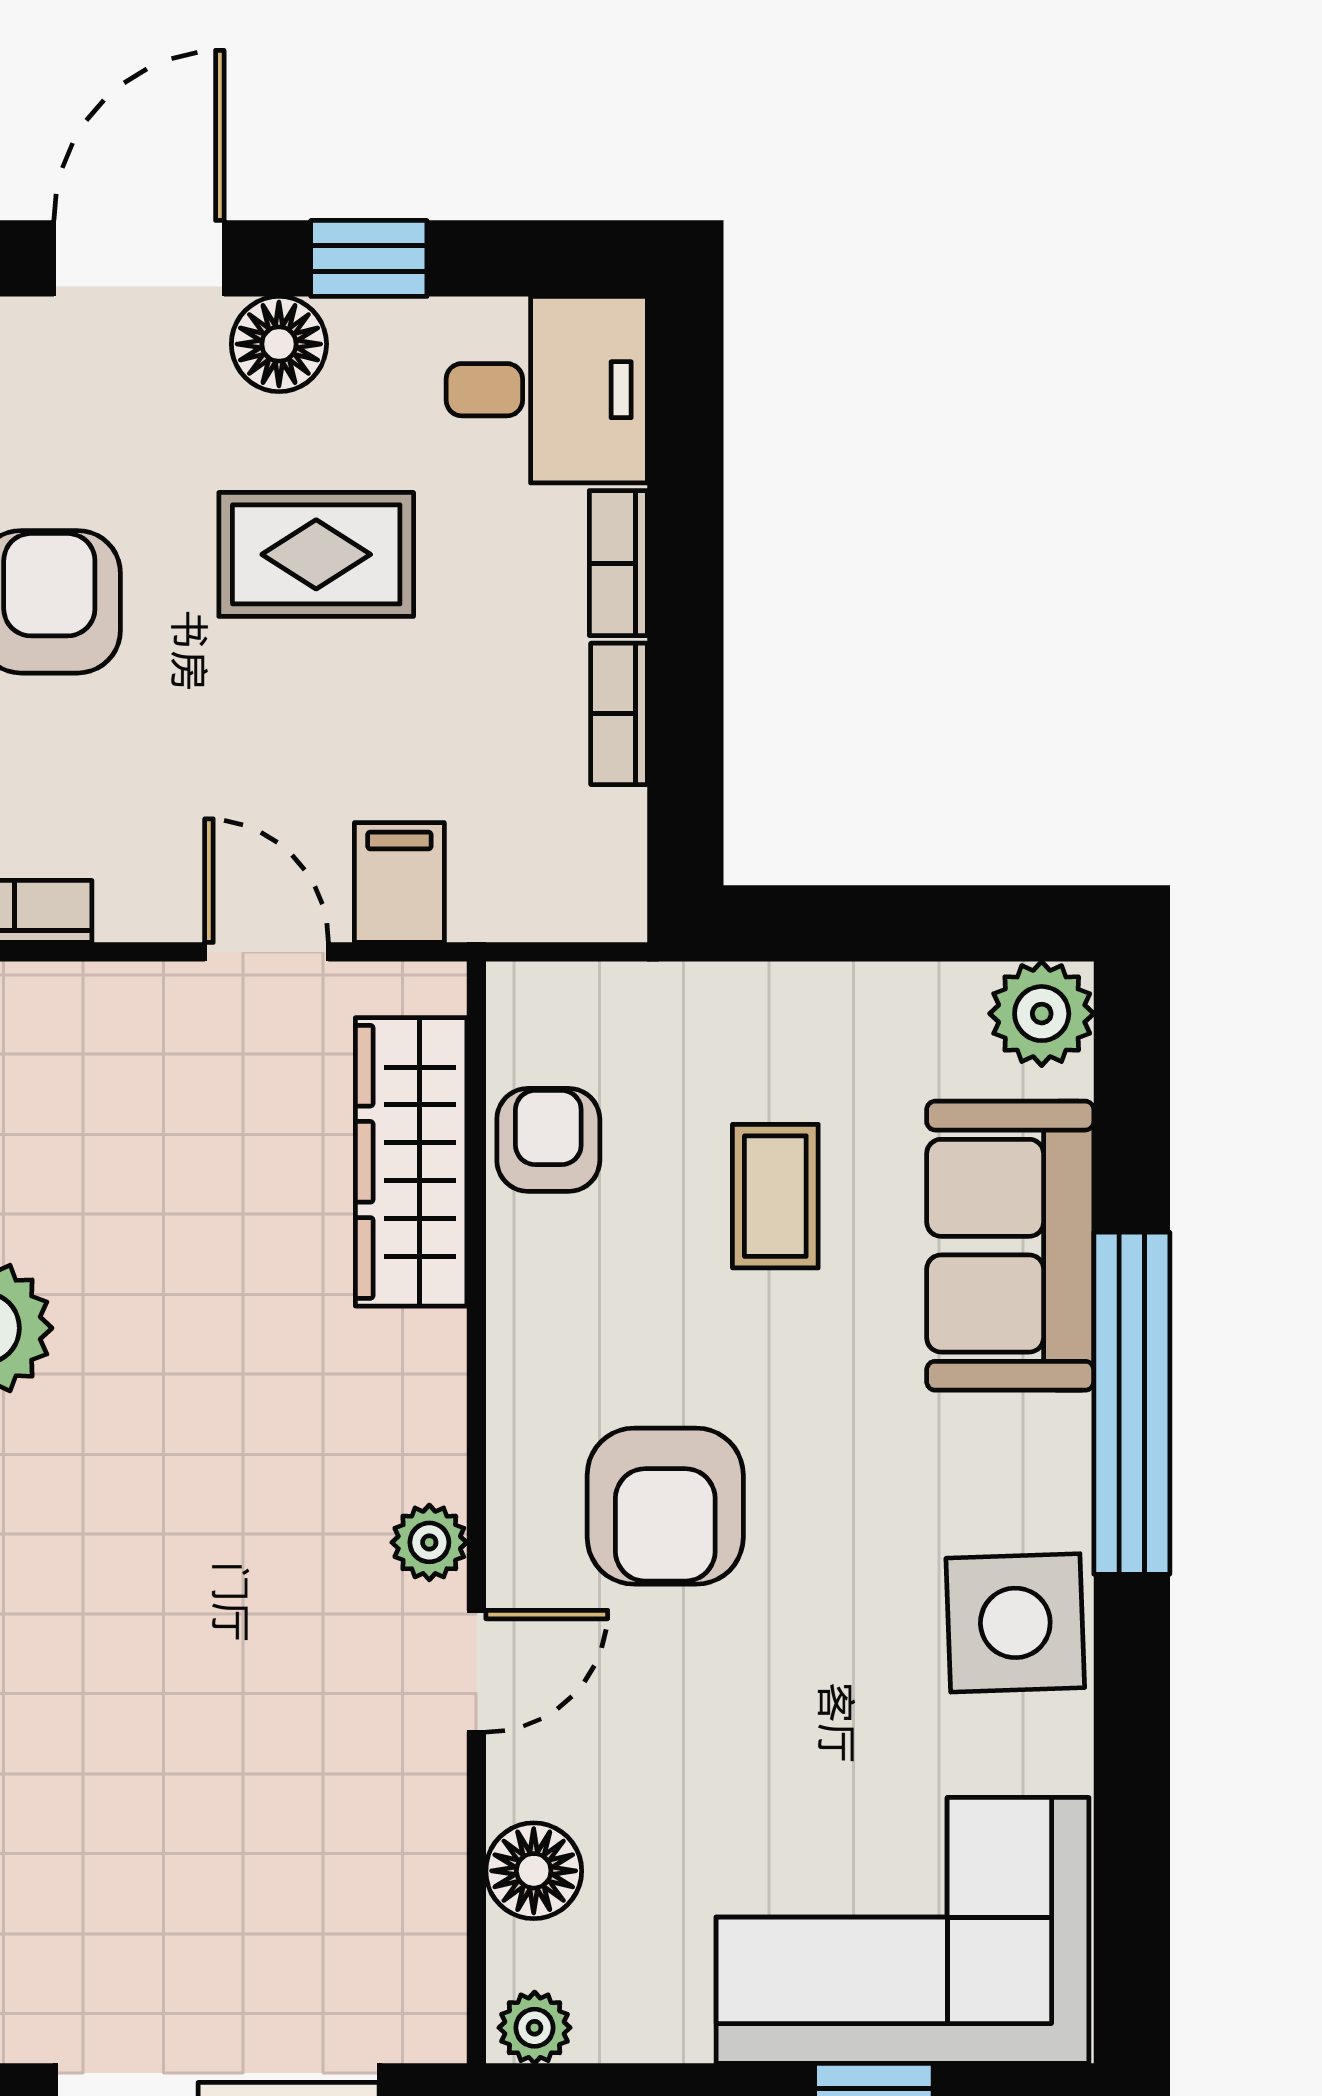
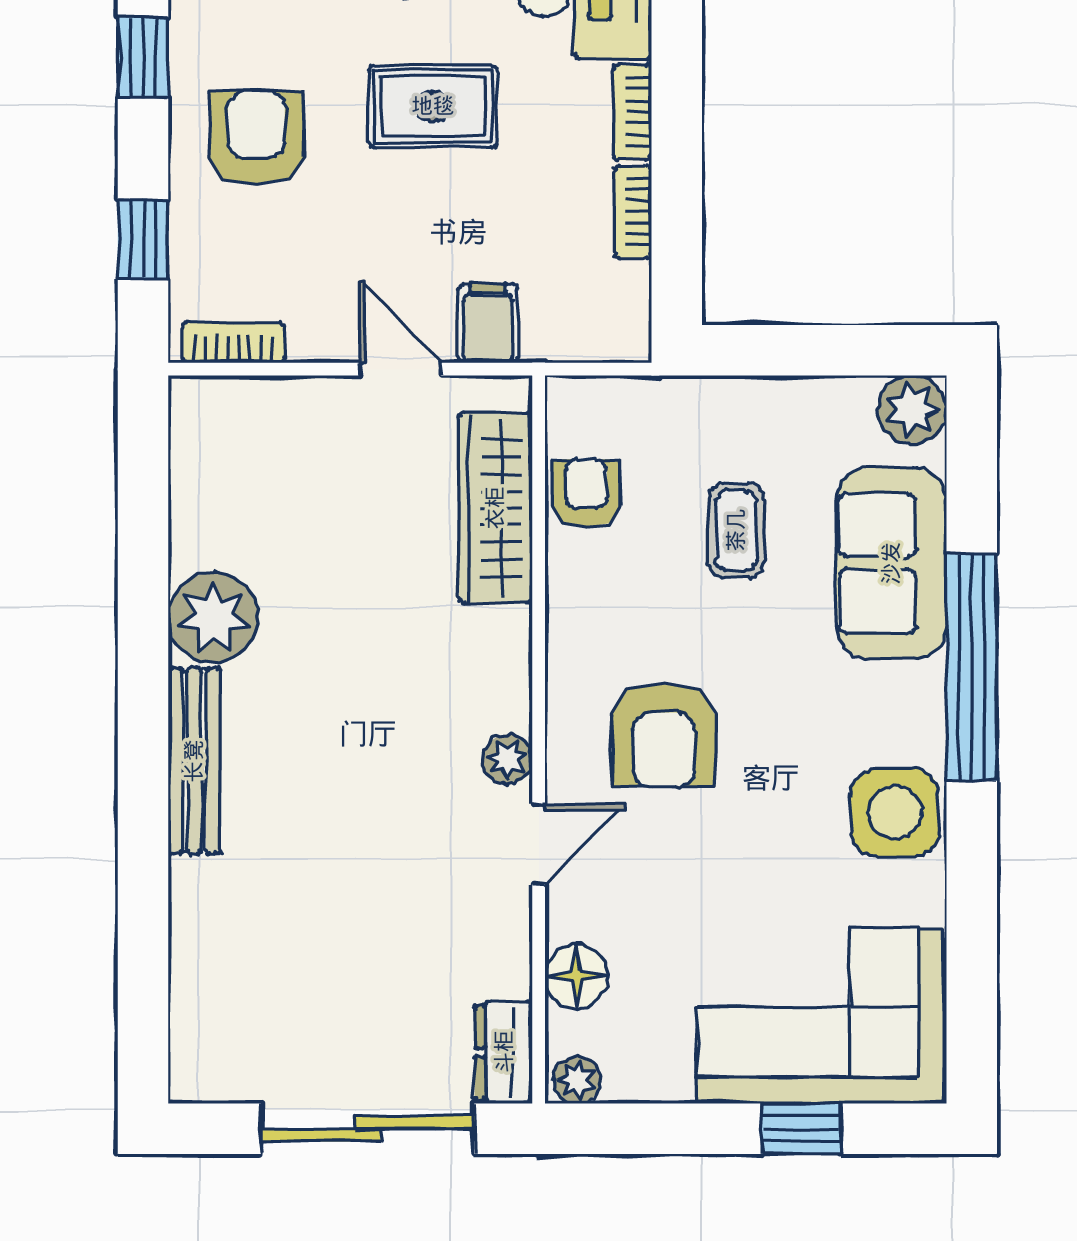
dresser: (423, 1986) -> (504, 1052), added

